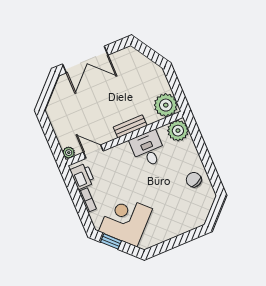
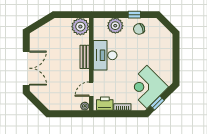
plant: (178, 131) -> (115, 26), moved
desk: (148, 149) -> (105, 55), width x1.37
window: (209, 166) -> (134, 15), added

